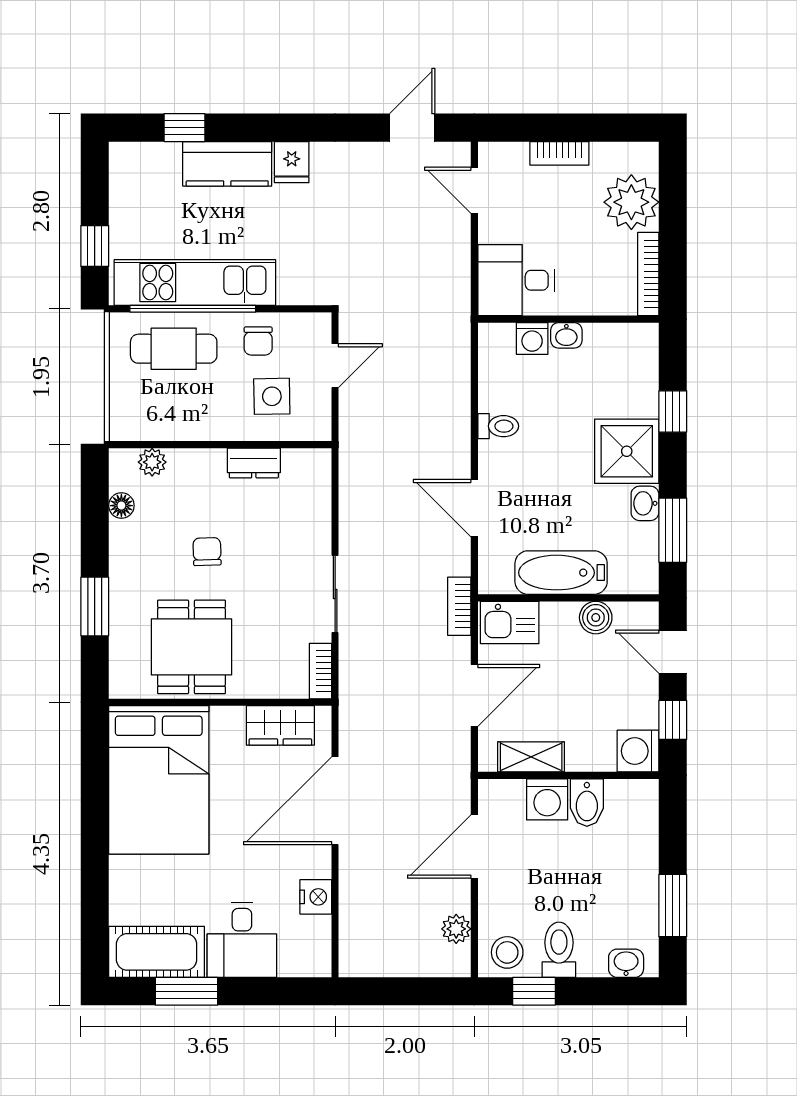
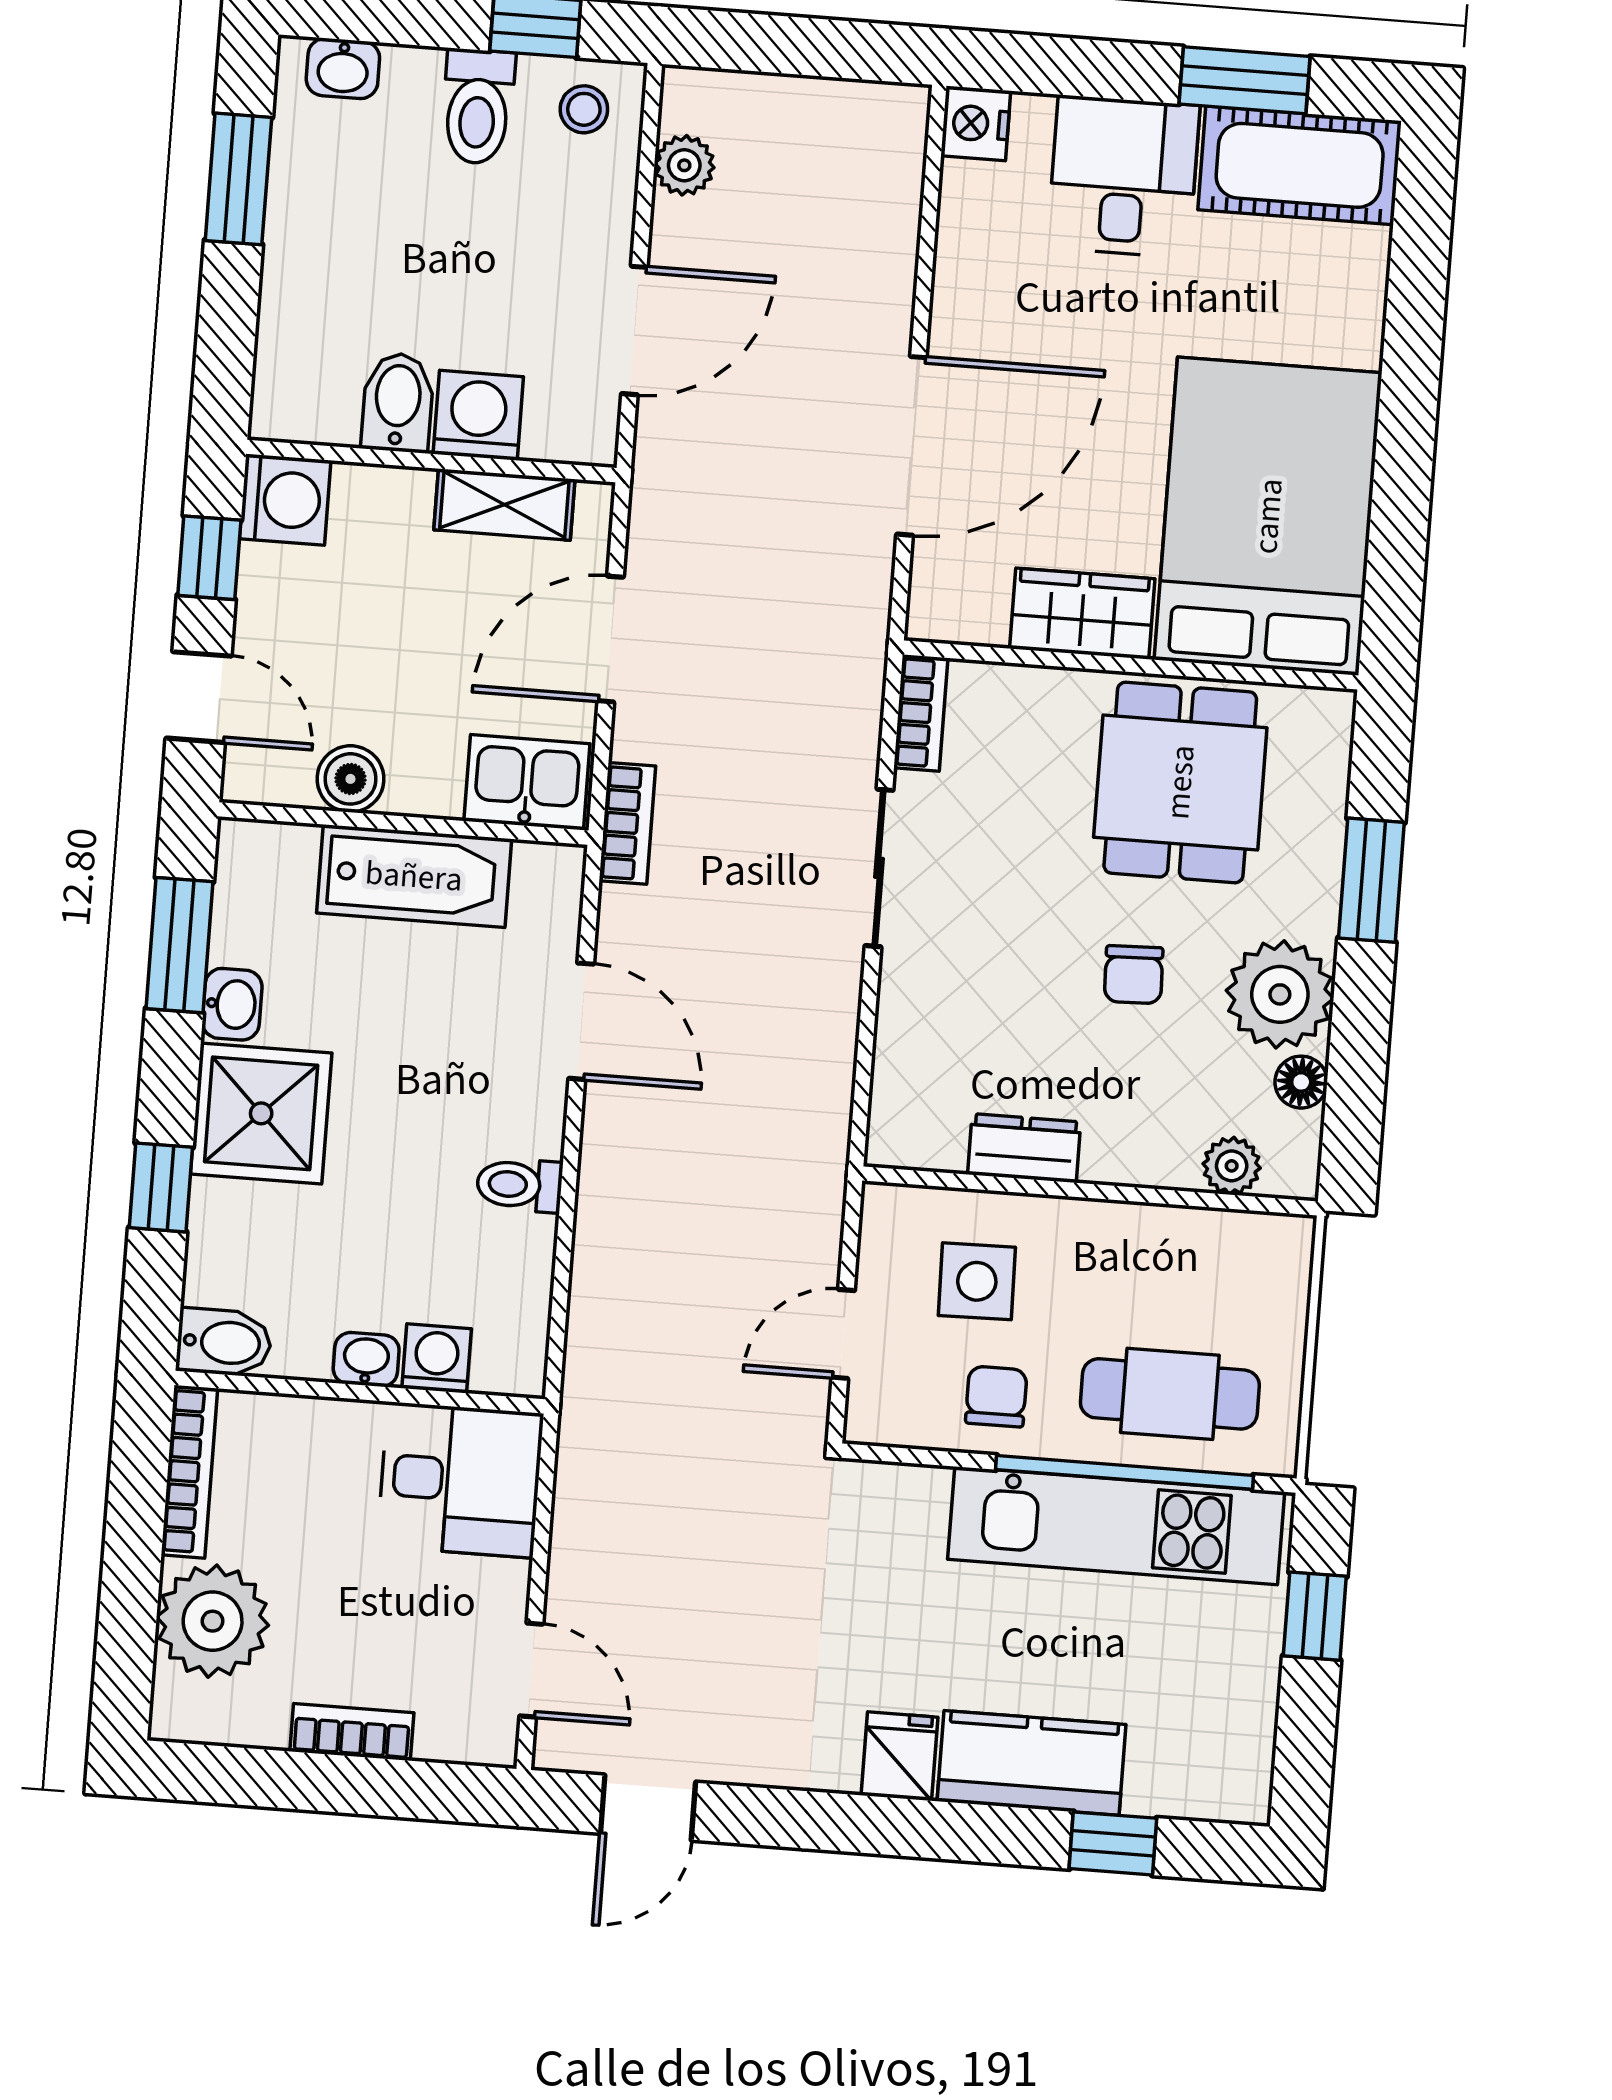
bidet: (636, 338) -> (224, 1342), added
plant: (135, 547) -> (1280, 994), added
wardrobe: (280, 725) -> (1082, 614), moved
nightstand: (316, 897) -> (976, 123), moved
stool: (507, 952) -> (584, 109), width x0.73, depth x0.73

